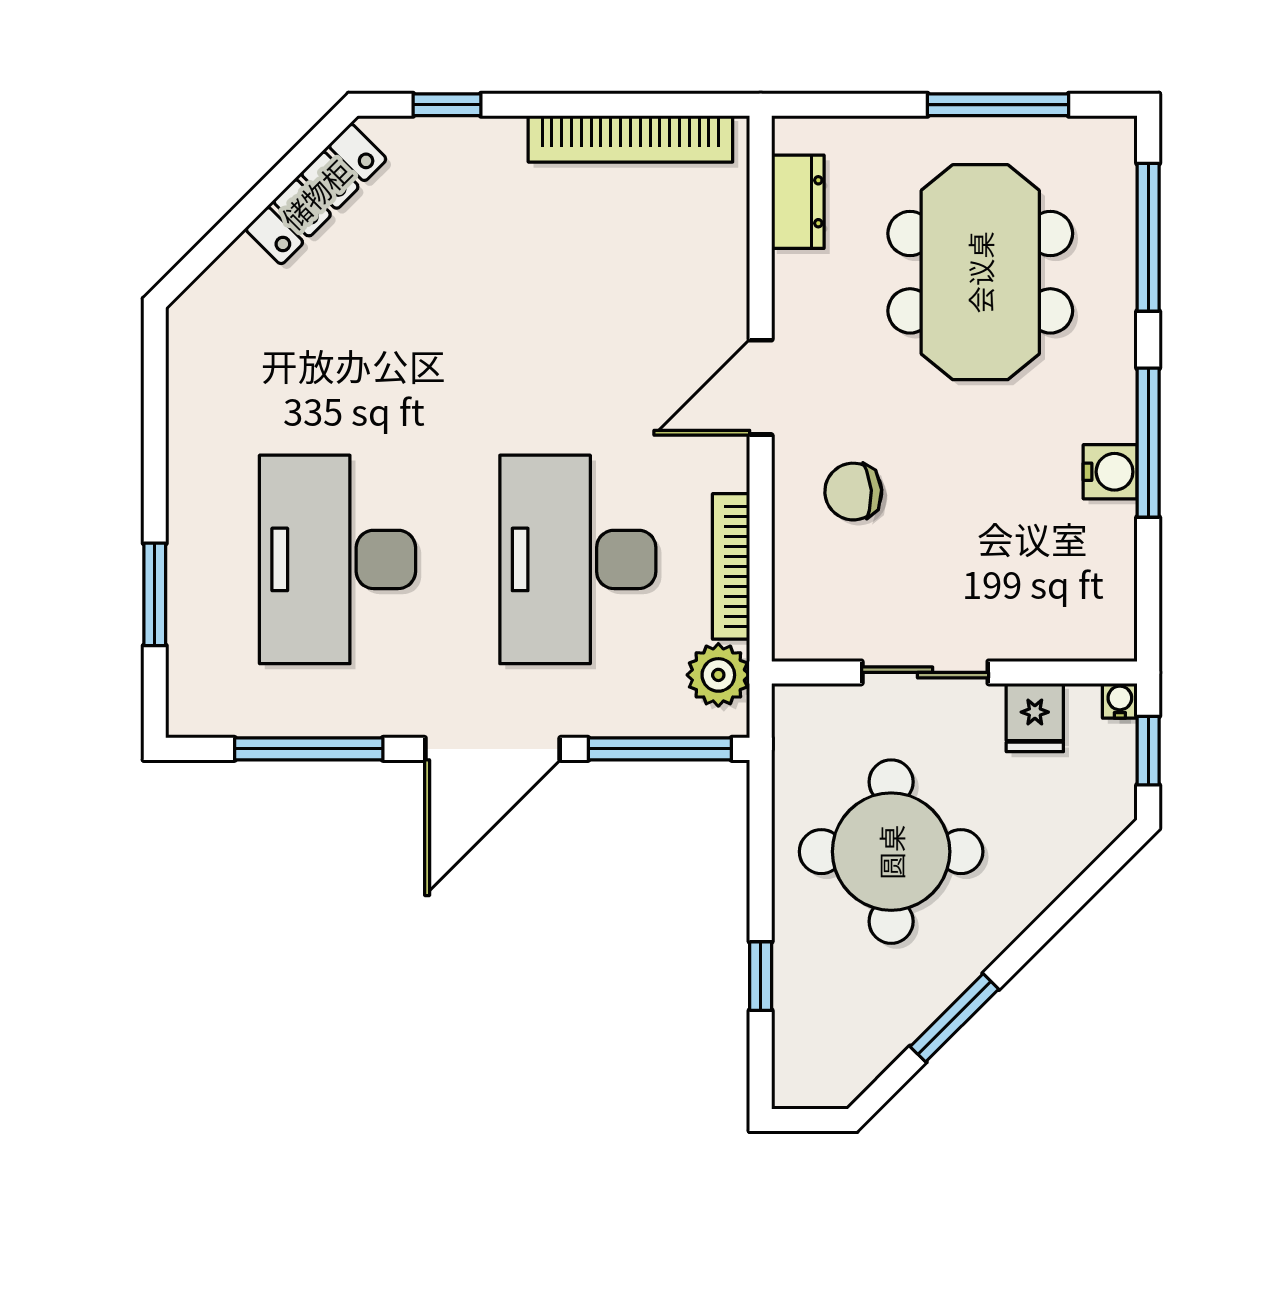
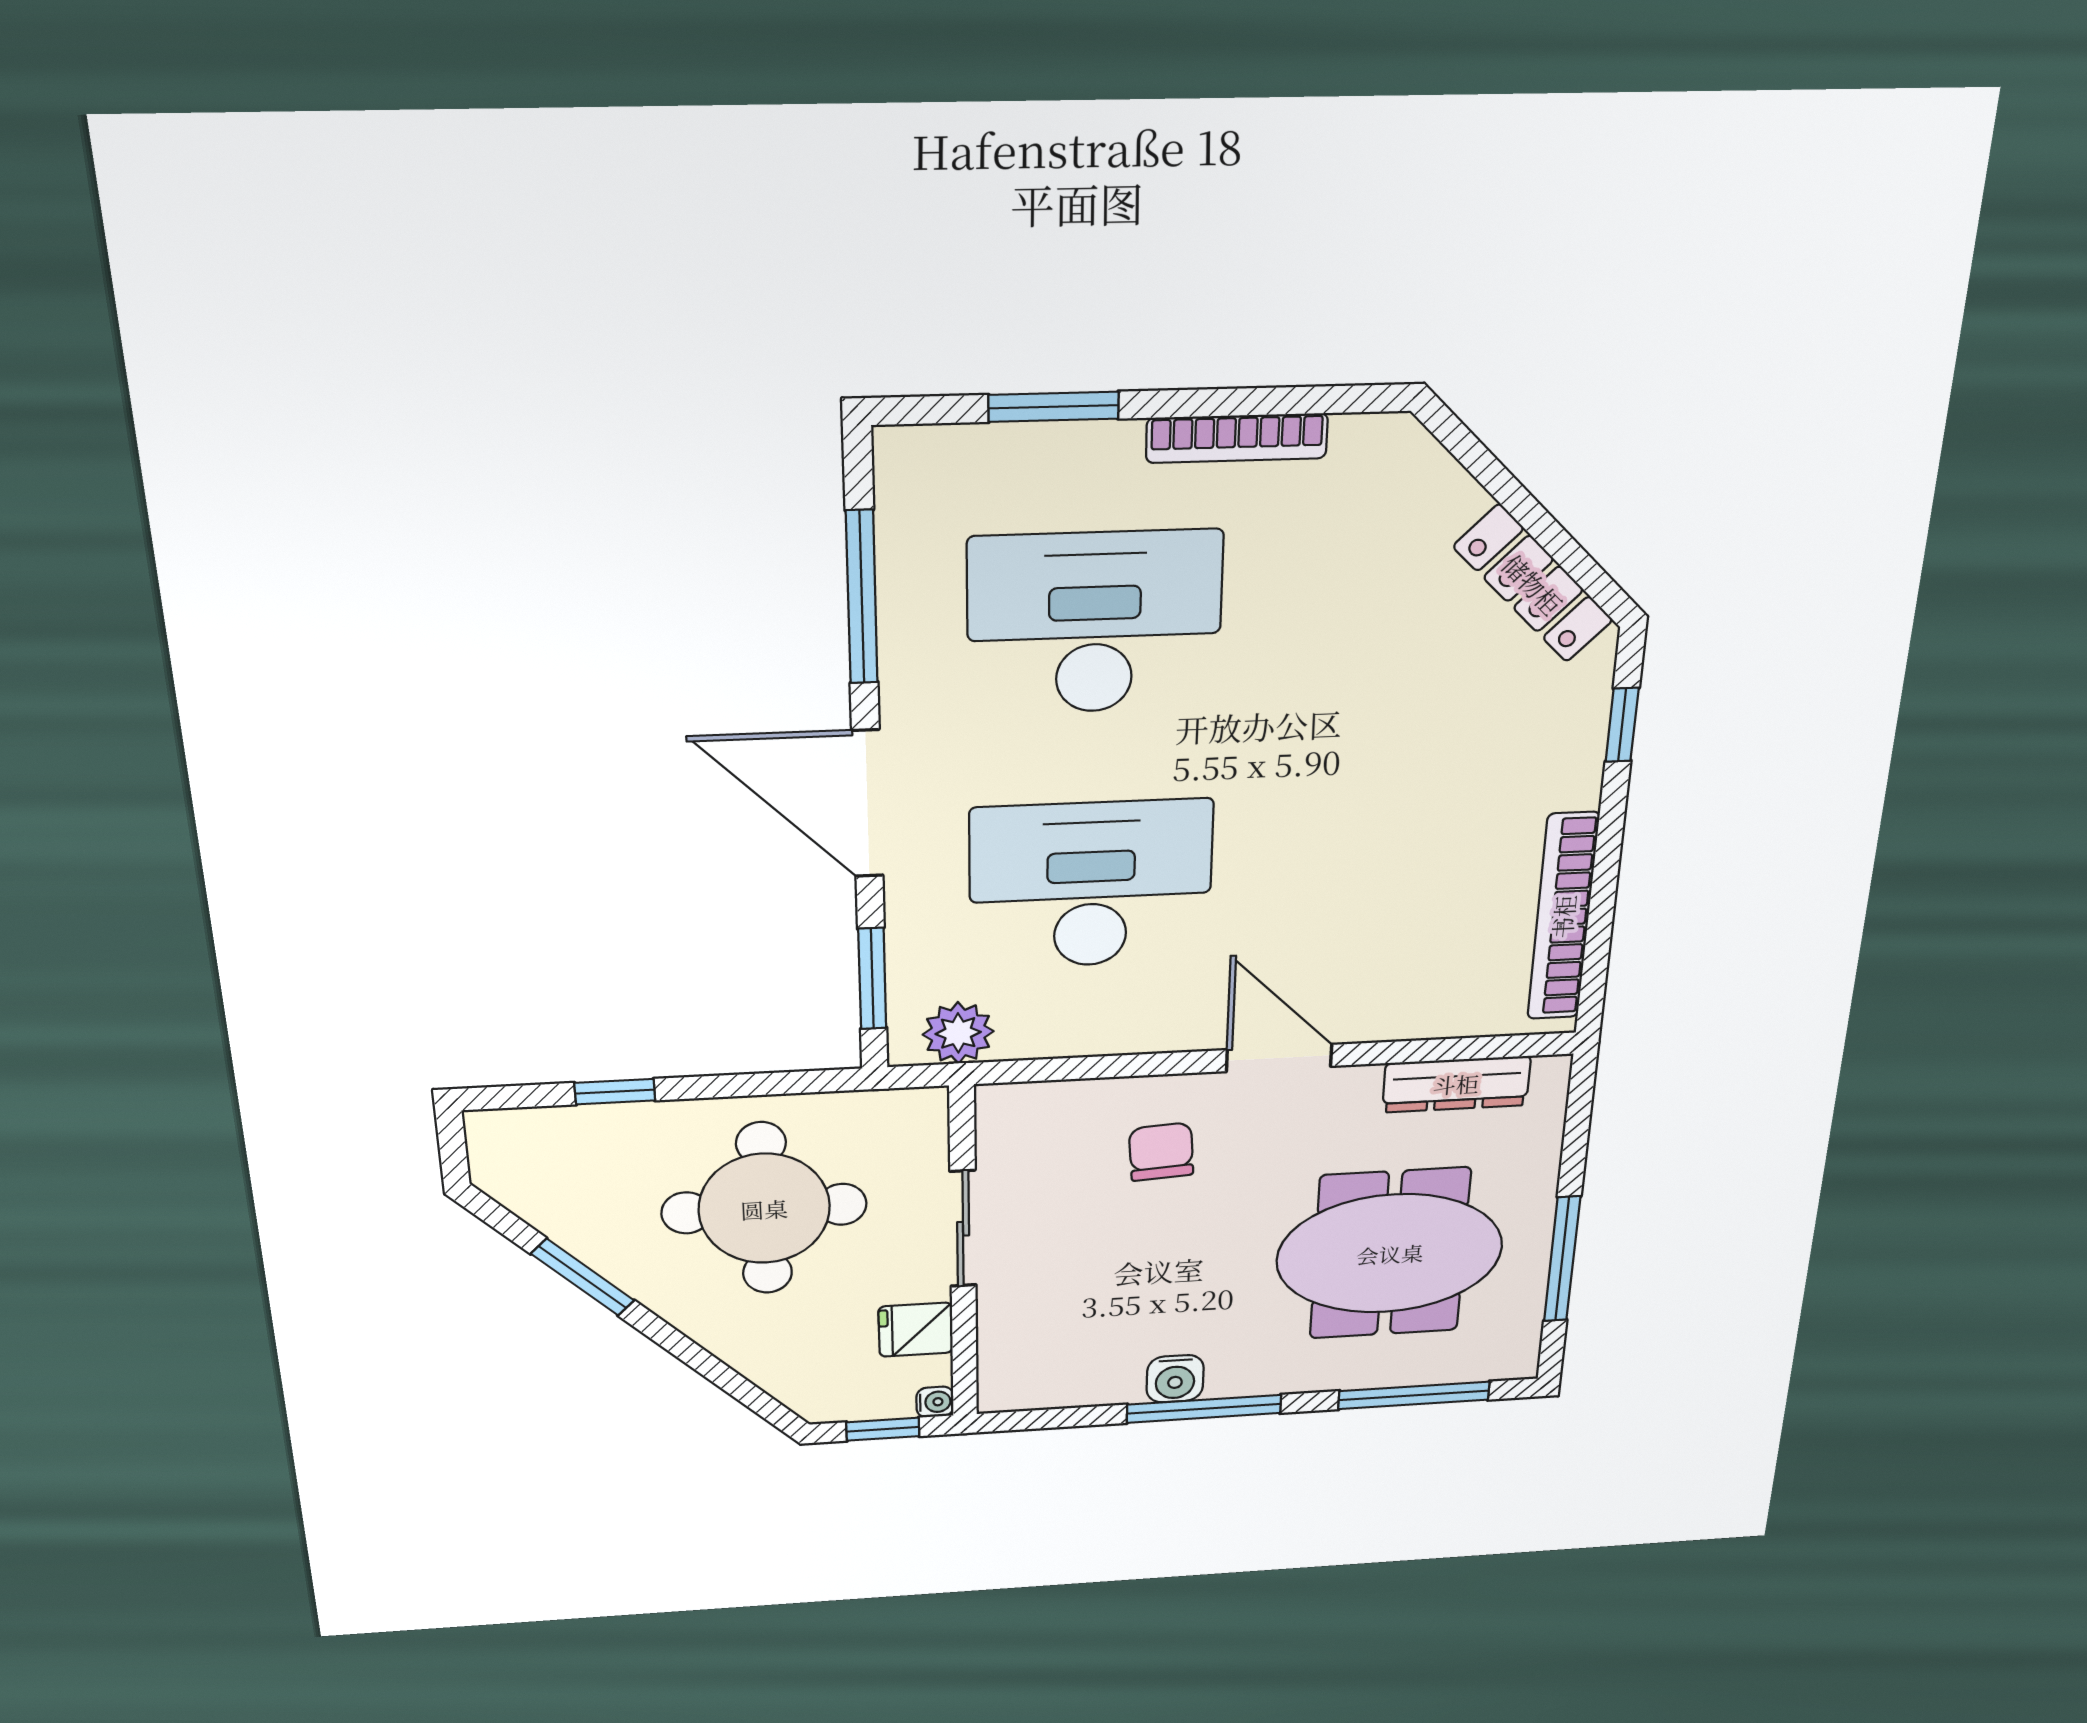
dresser: (798, 202) -> (1456, 1084), width x1.44
bookcase: (731, 566) -> (1237, 438), moved, turned 180
window: (660, 749) -> (872, 979), width x0.69

